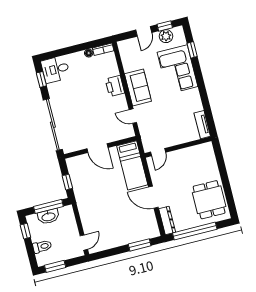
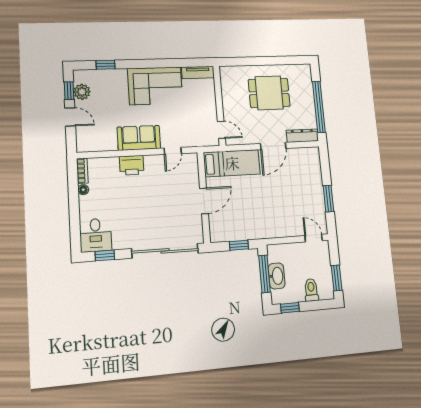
corner sofa: (178, 69) -> (155, 86), moved
dining table: (209, 200) -> (269, 93), moved
window: (140, 245) -> (328, 199), moved

